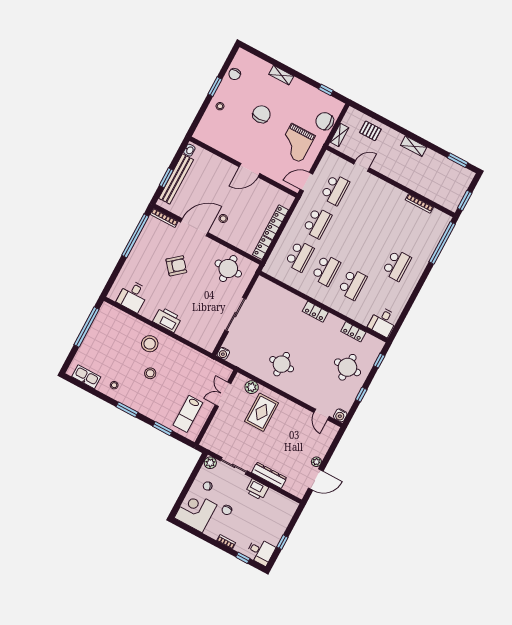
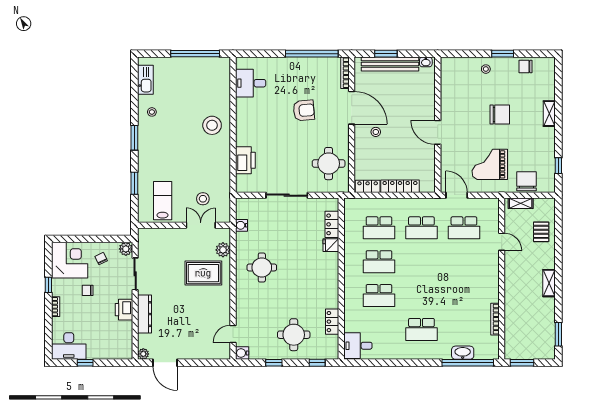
washbasin: (432, 243) -> (463, 353), added
armchair: (176, 266) -> (304, 110), turned -55
fridge: (293, 301) -> (331, 245), added
locker: (315, 312) -> (332, 224), moved
printer: (167, 320) -> (245, 160), moved
water cooler: (223, 353) -> (242, 225), moved
stool: (150, 373) -> (203, 199), moved
lab bench: (188, 414) -> (163, 201), turned 90
plant: (316, 462) -> (143, 354), moved
desk: (261, 551) -> (69, 346), width x1.37
window: (243, 558) -> (48, 285), moved

